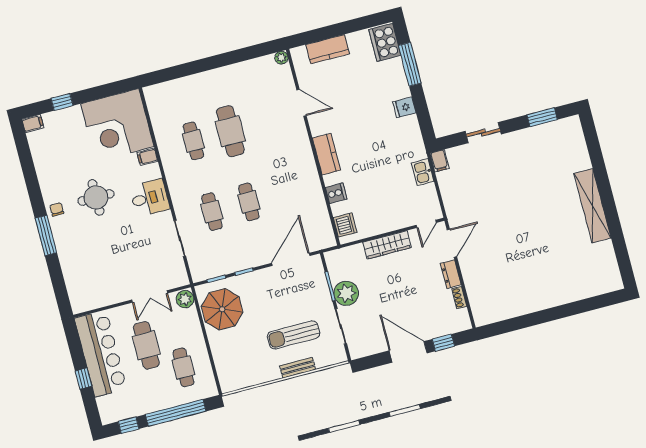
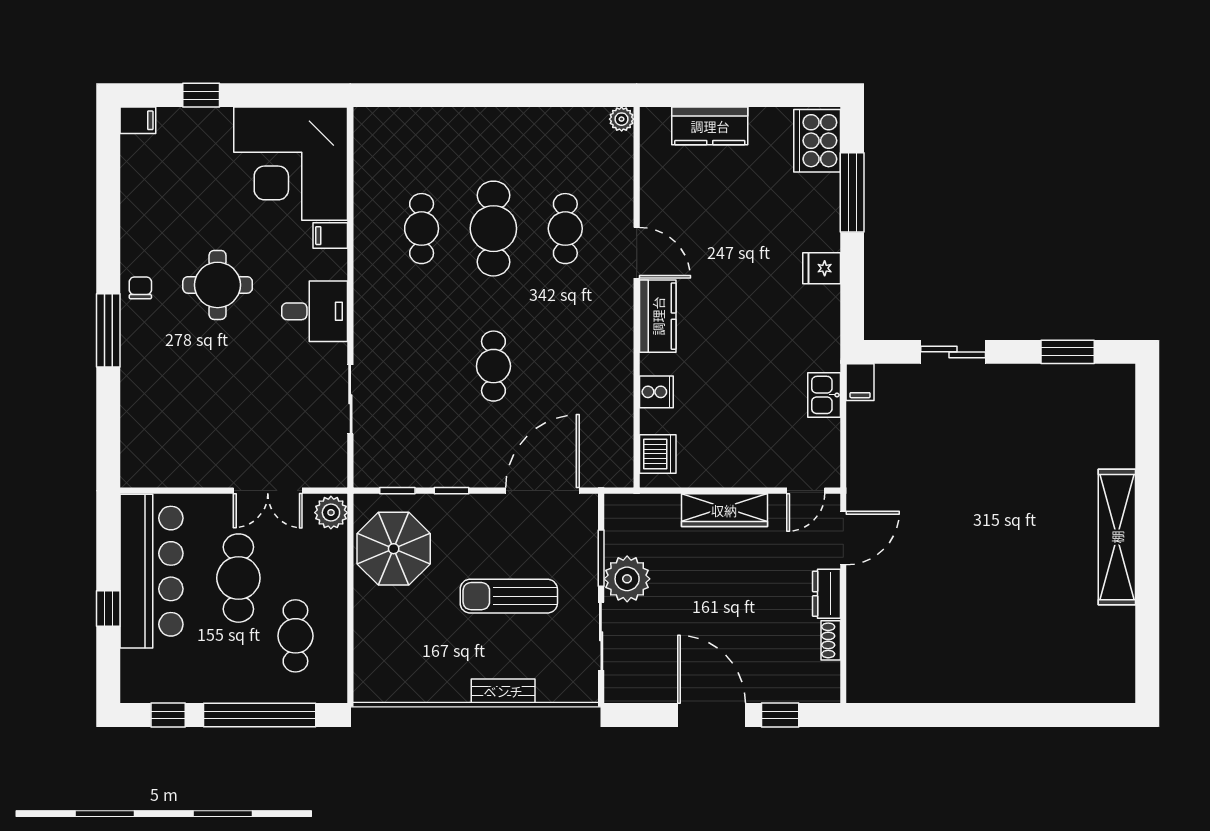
door: (302, 103) -> (637, 253), moved
cafe table: (212, 212) -> (565, 229), moved
sun lounger: (294, 335) -> (509, 596), moved

